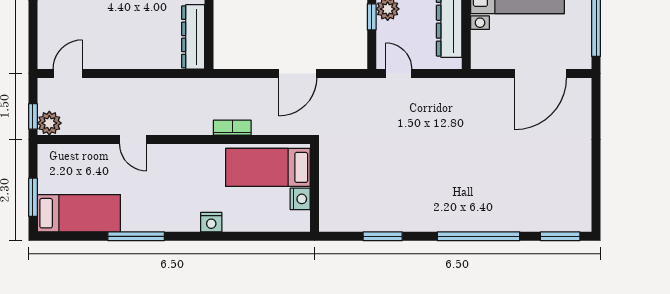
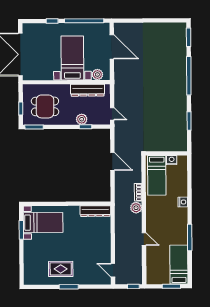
plant: (482, 43) -> (97, 74), added
door: (399, 74) -> (112, 114), swing flipped
plant: (49, 123) -> (136, 208), moved
door: (133, 139) -> (144, 239), hinge flipped

